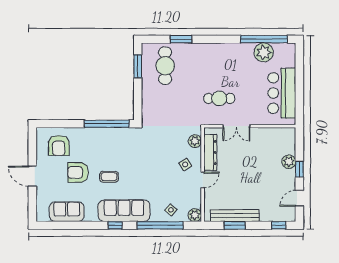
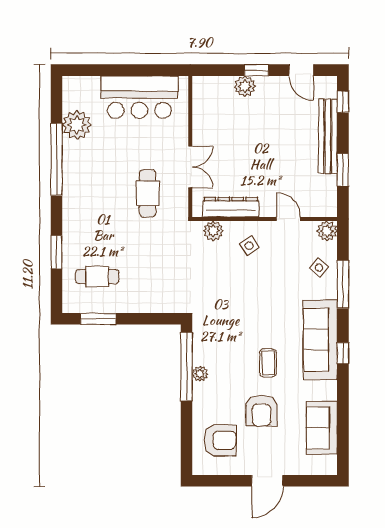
window: (264, 39) -> (57, 159), moved
cafe table: (165, 66) -> (97, 277), width x0.73, depth x0.74
plant: (102, 132) -> (200, 374), added
door: (203, 180) -> (289, 219), moved
bench: (235, 216) -> (328, 136), moved
window: (160, 225) -> (343, 284), width x0.68

